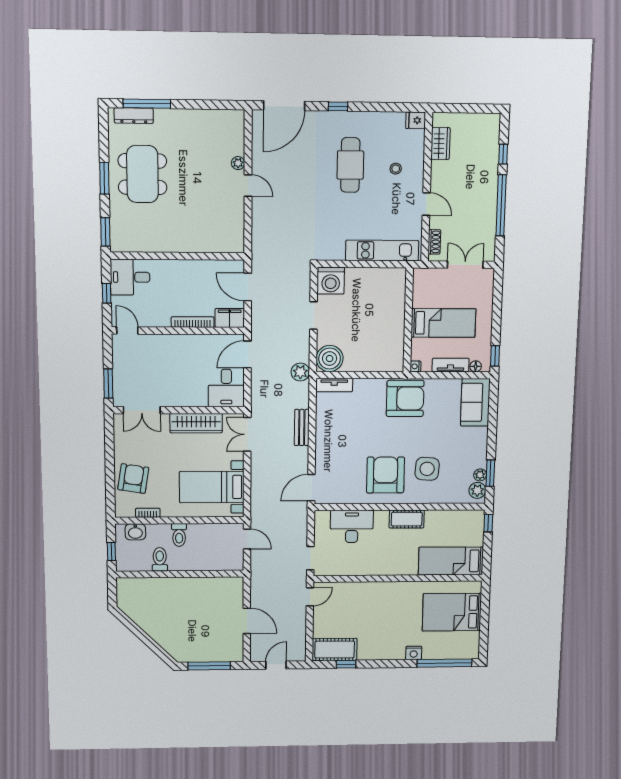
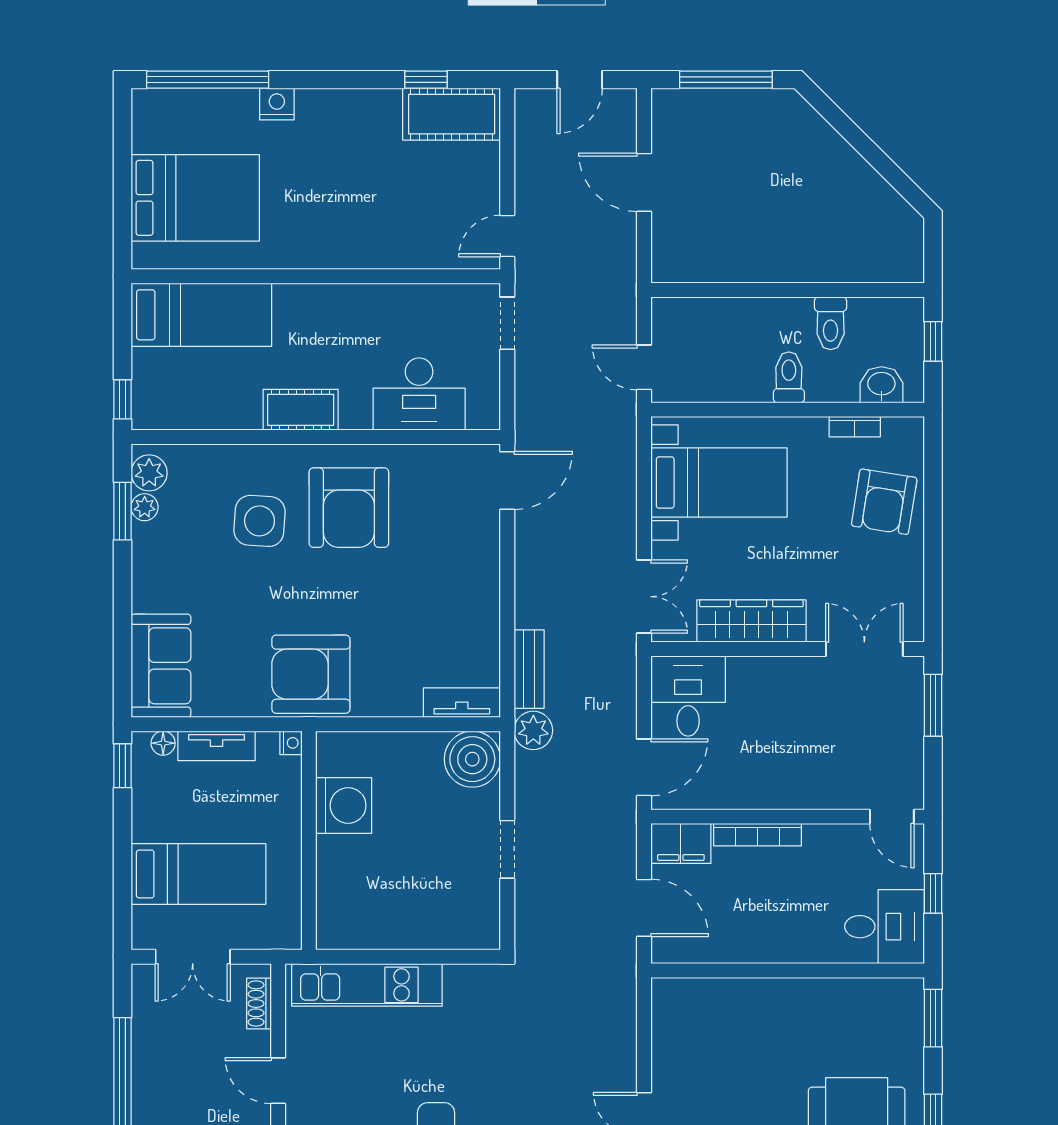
washing machine: (331, 281) -> (344, 805), moved, turned 90
bed: (443, 323) -> (198, 874), moved, turned 180
bench: (302, 427) -> (529, 669), moved

